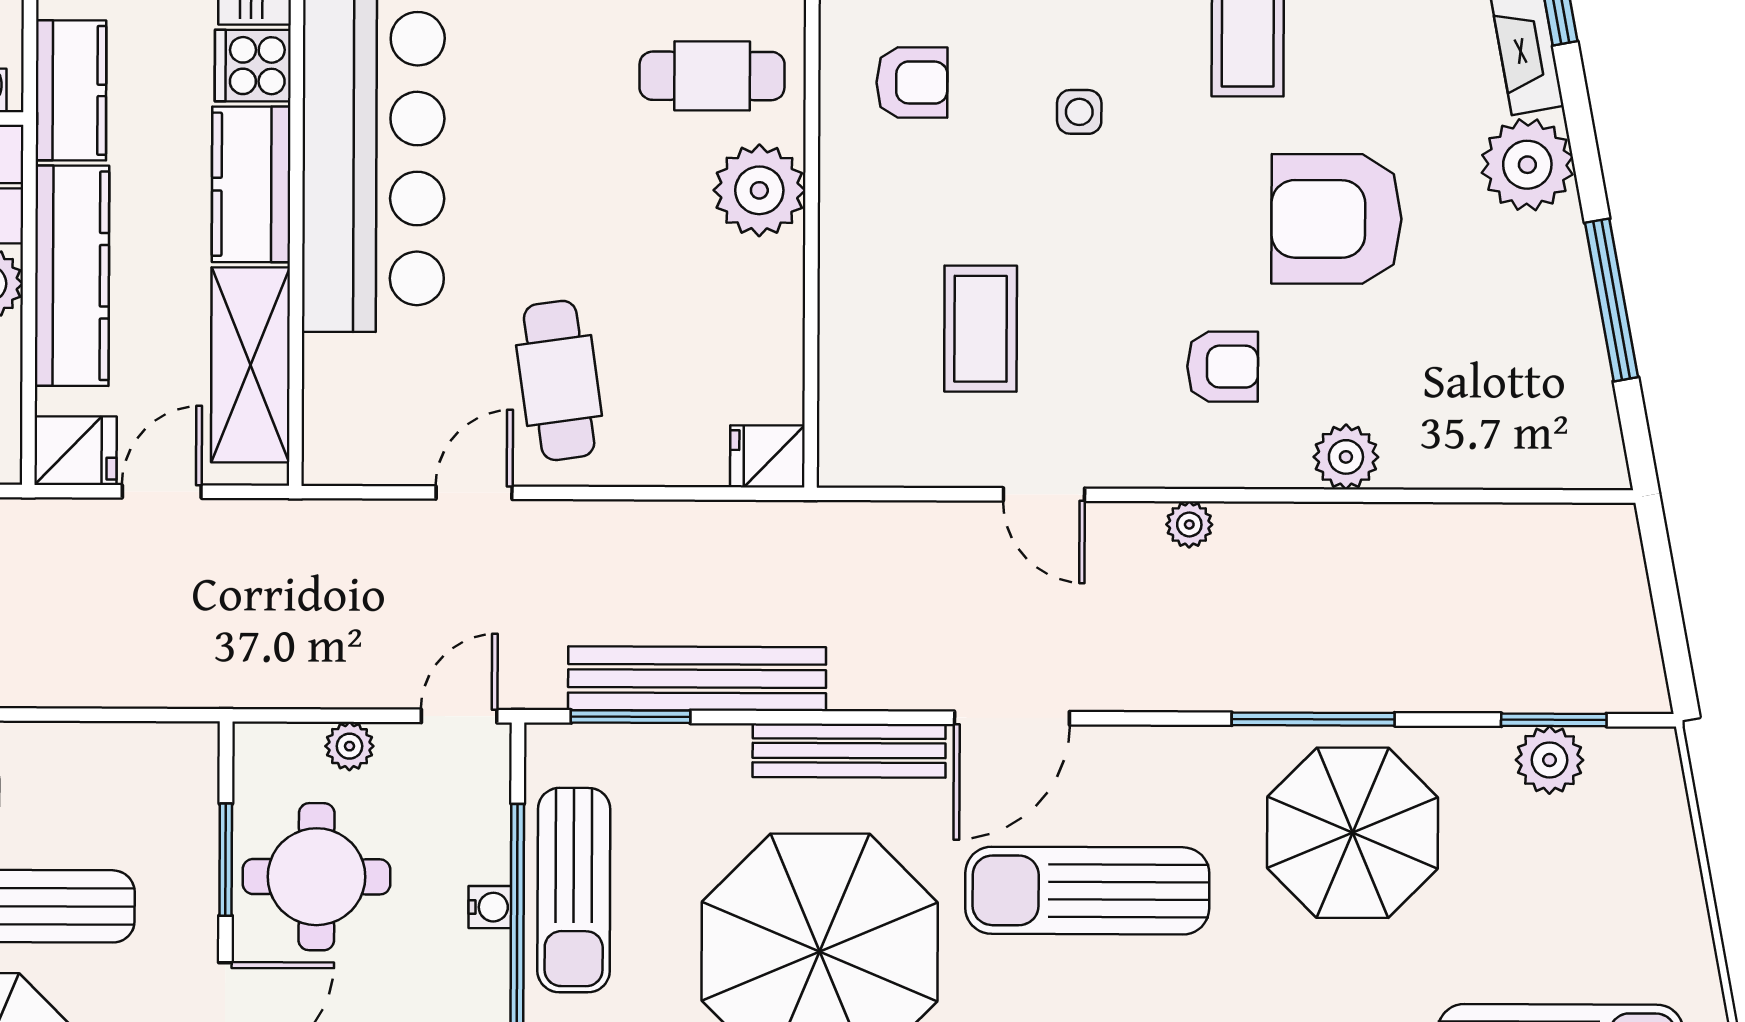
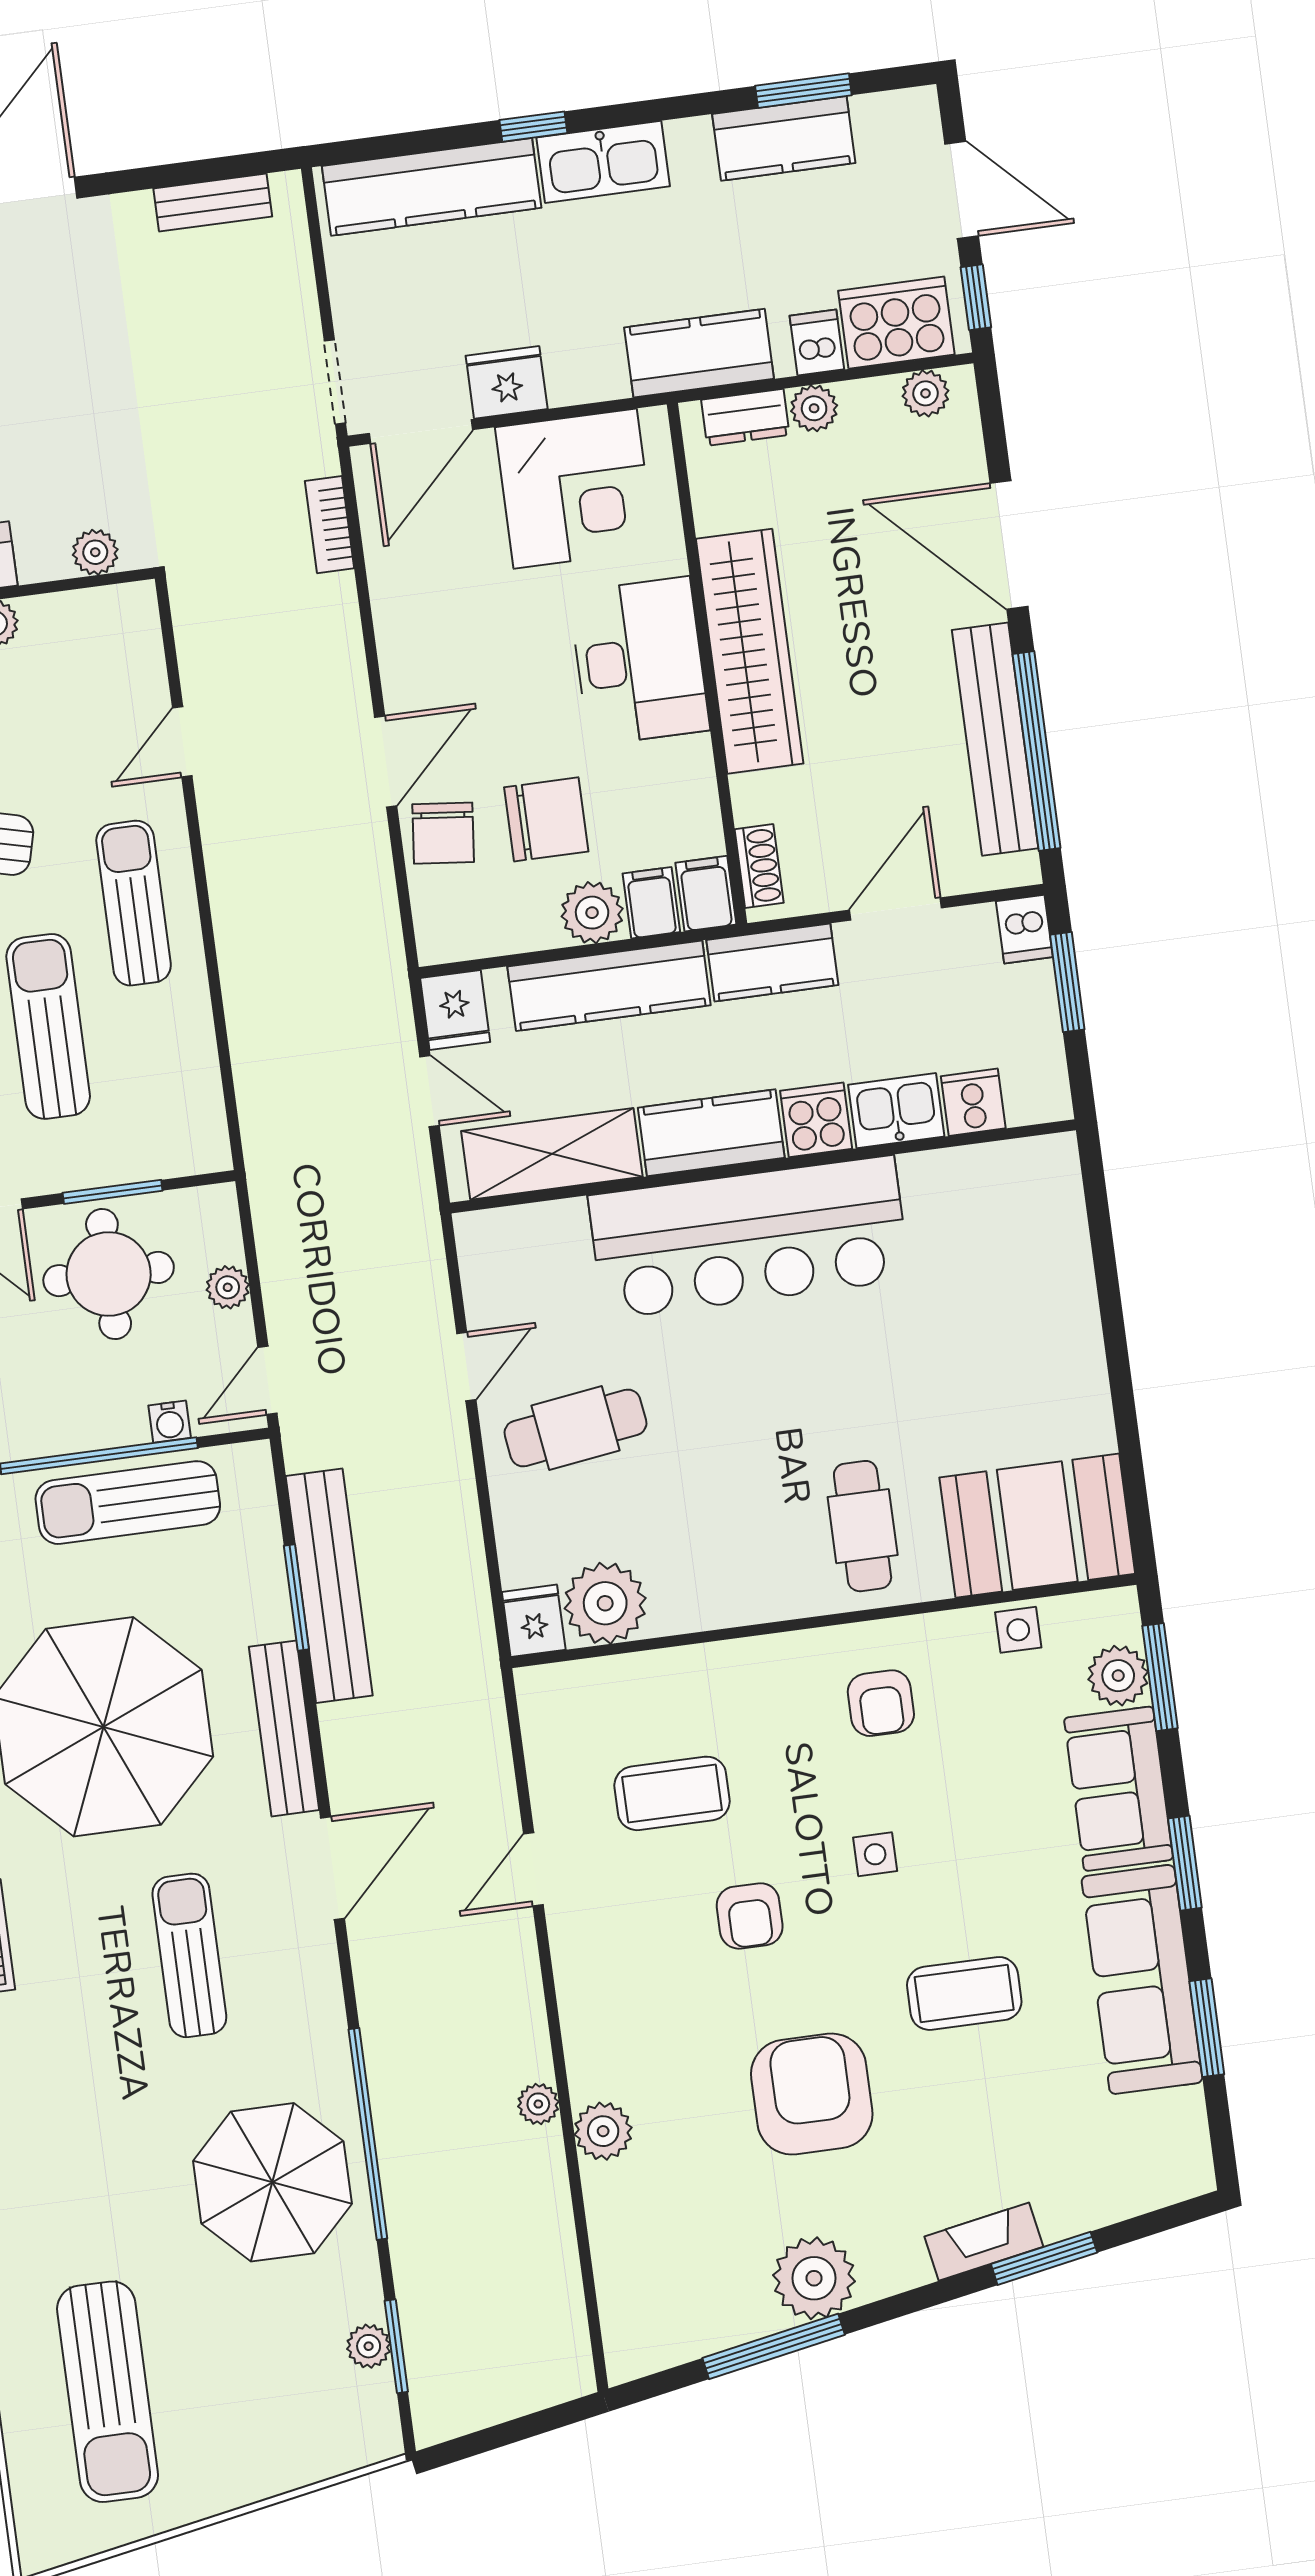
plant: (1527, 165) -> (814, 2278), moved
plant: (759, 190) -> (605, 1603), moved
armchair: (1223, 367) -> (750, 1916), moved
door: (474, 493) -> (466, 1367), hinge flipped
plant: (1189, 524) -> (538, 2104), moved
door: (459, 716) -> (267, 1380), swing flipped
window: (631, 717) -> (296, 1598), moved
door: (1012, 718) -> (333, 1868), swing flipped
window: (1313, 719) -> (368, 2134), width x1.46
plant: (1549, 760) -> (369, 2346), width x0.73, depth x0.73
sun lounger: (1087, 891) -> (189, 1955), width x0.73, depth x0.75
water cooler: (490, 907) -> (170, 1422), moved

